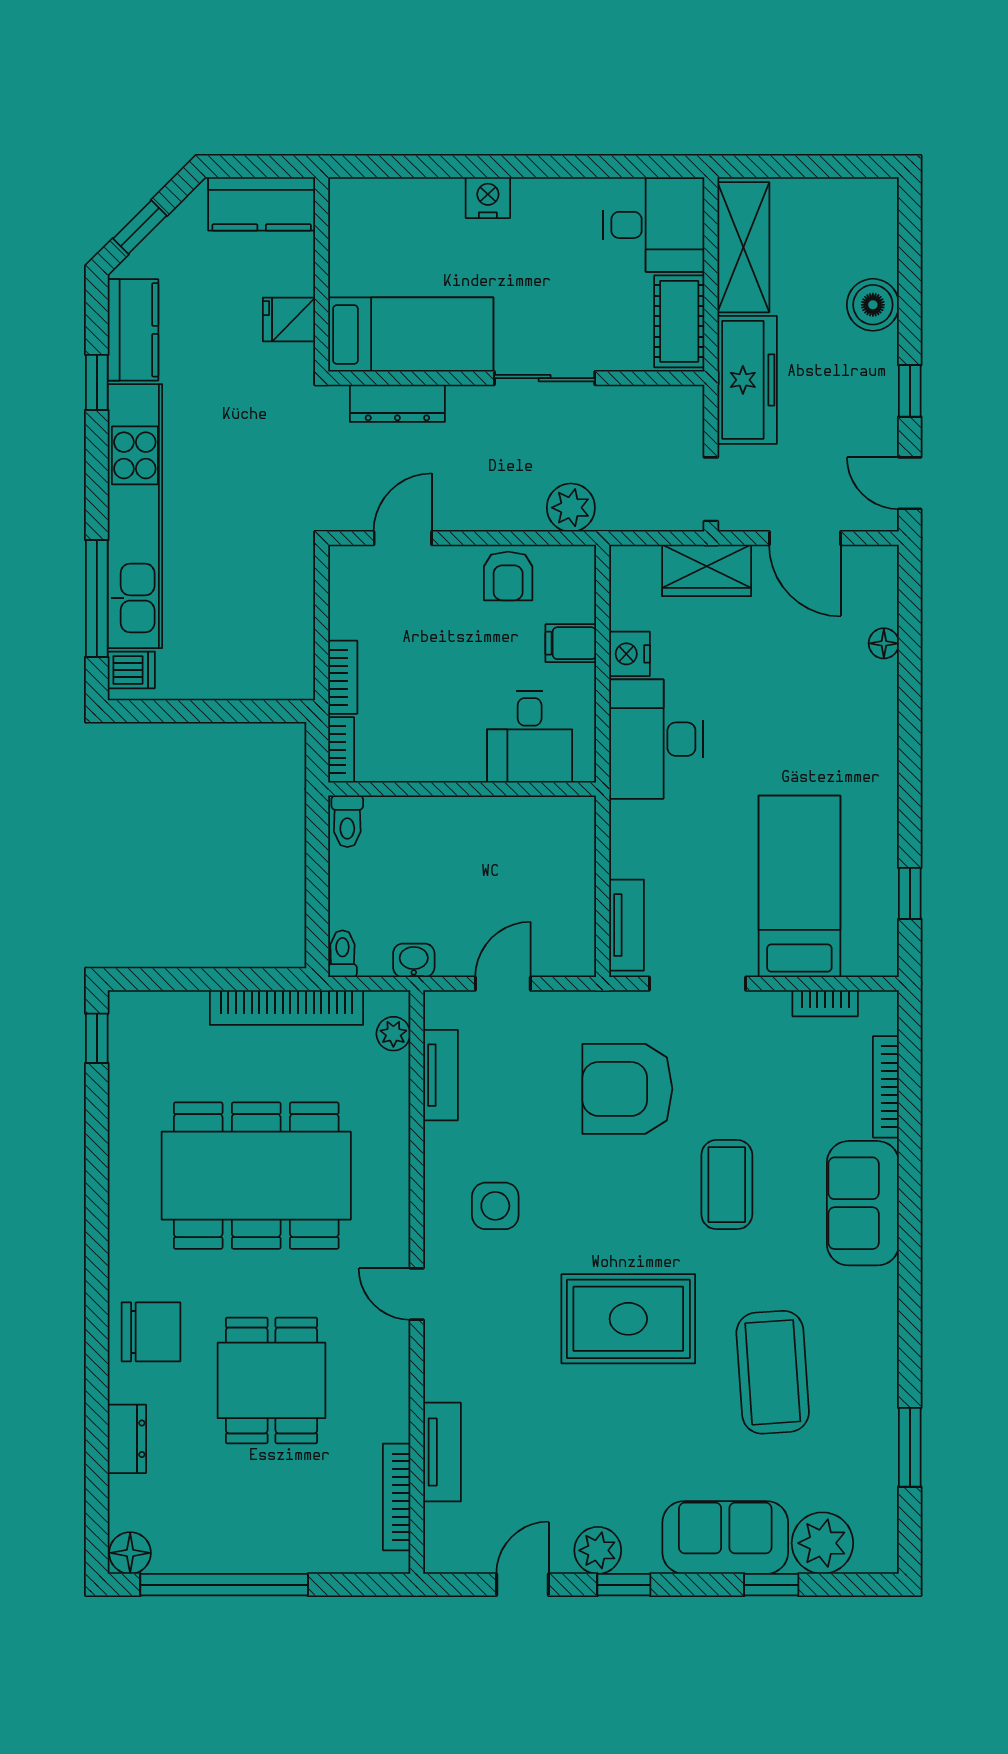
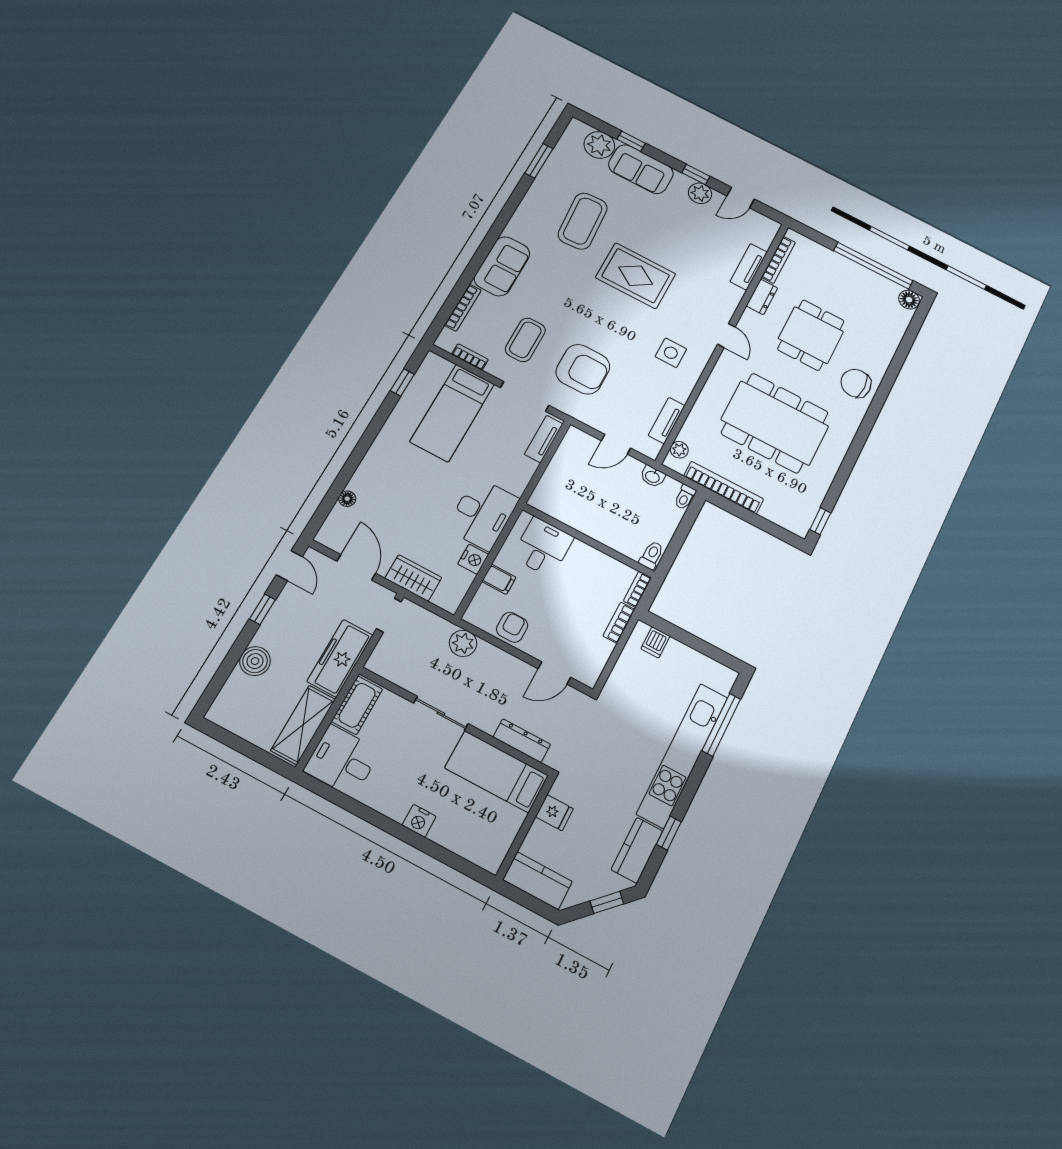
dishwasher: (131, 670) -> (655, 642), moved, turned -90
coffee table: (727, 1185) -> (525, 340), moved
dresser: (127, 1439) -> (762, 297), moved, turned 180

